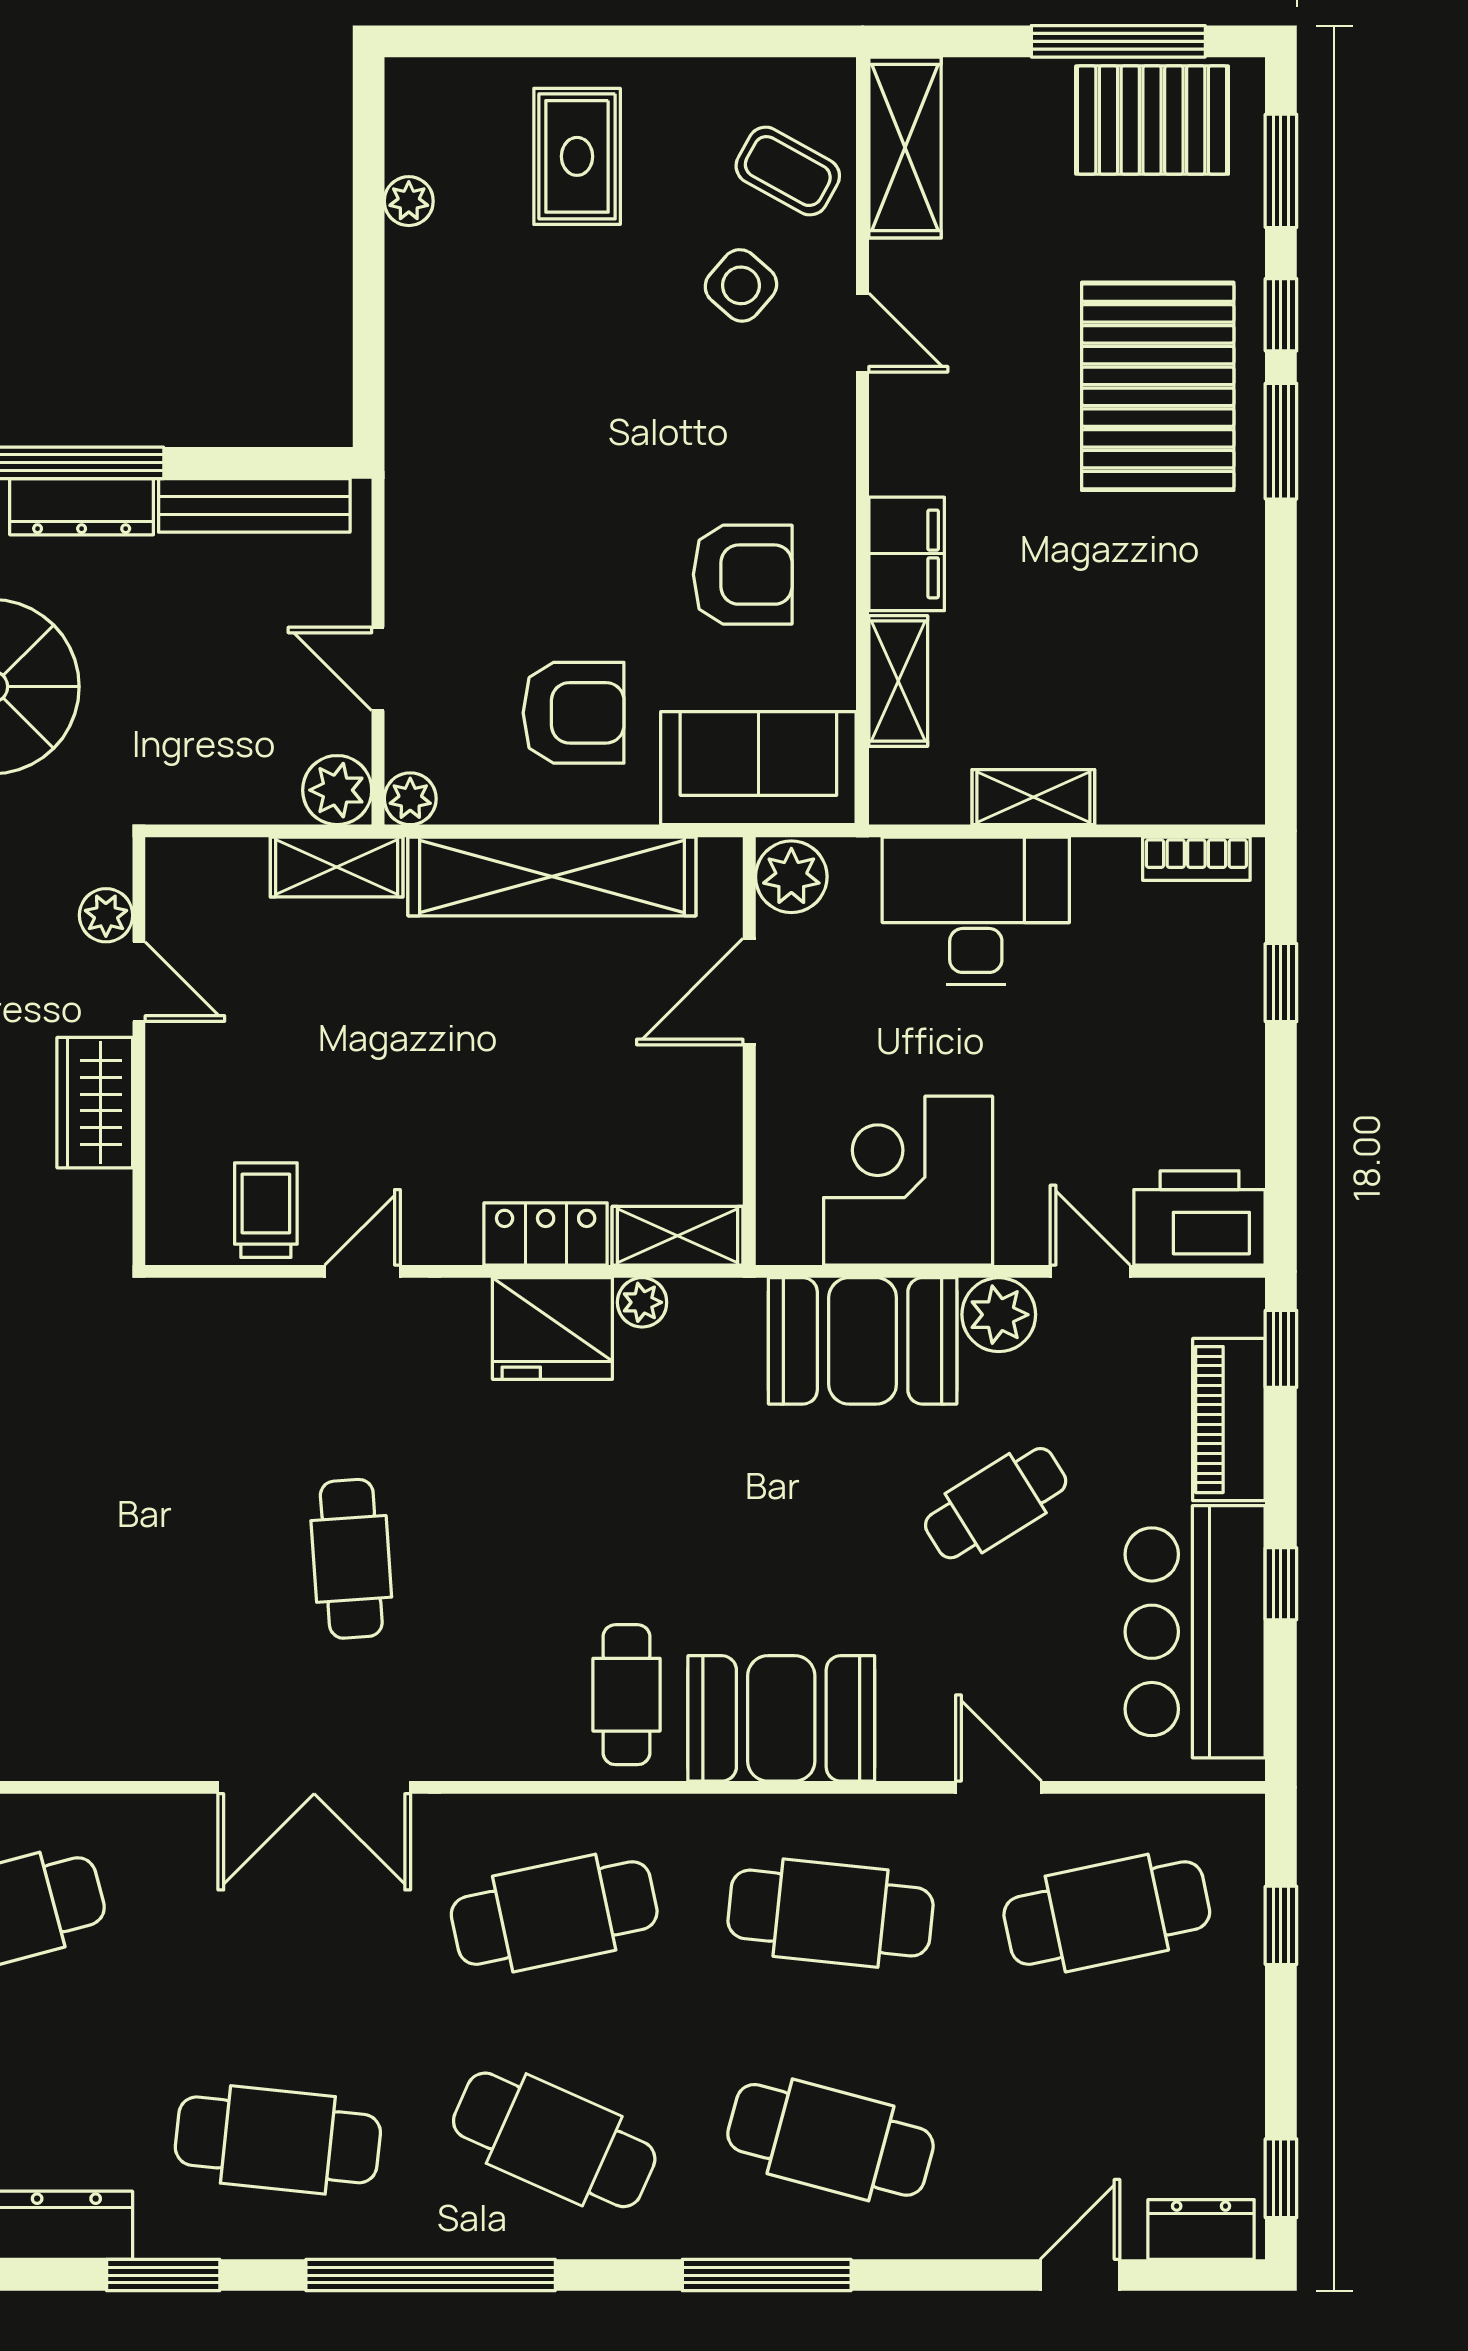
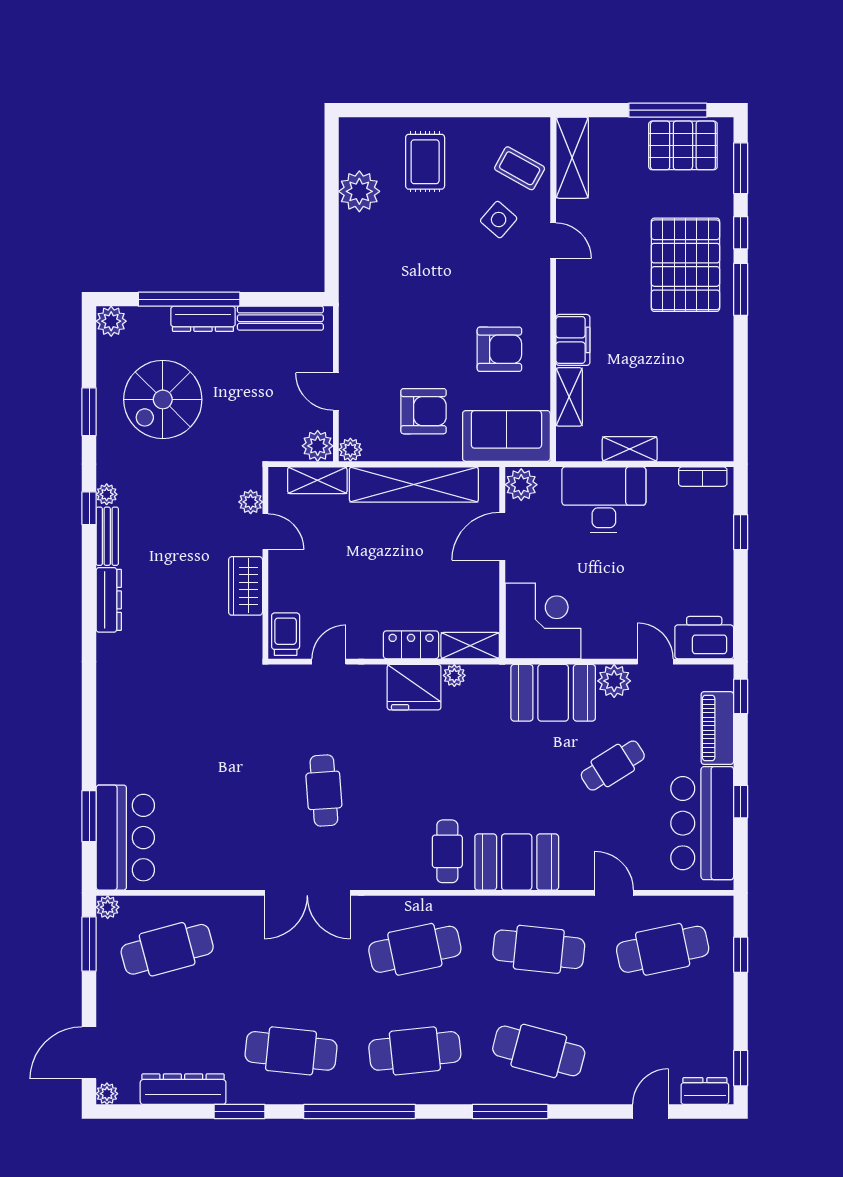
plant: (409, 201) -> (359, 191), width x1.88, depth x1.88
plant: (106, 915) -> (251, 502), moved
door: (139, 982) -> (265, 532), moved
wall: (139, 1051) -> (265, 563), moved
wardrobe: (95, 1103) -> (246, 586), moved
corner desk: (908, 1181) -> (543, 621), moved, turned 90
cafe table: (554, 2140) -> (415, 1051), turned -30

